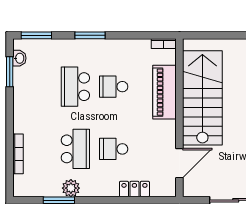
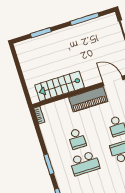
piano: (164, 92) -> (88, 99), moved
stairs: (202, 98) -> (60, 86), width x0.73, depth x0.66

